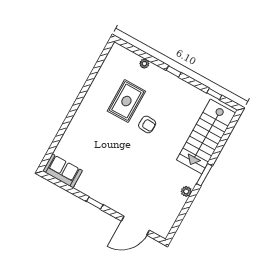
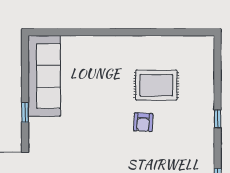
plant: (144, 64) -> (208, 82), removed
sofa: (62, 171) -> (44, 76), width x1.85, depth x1.27

